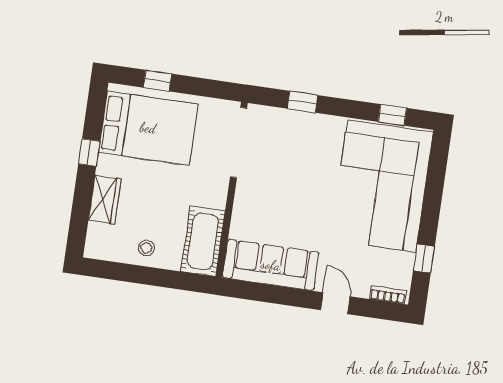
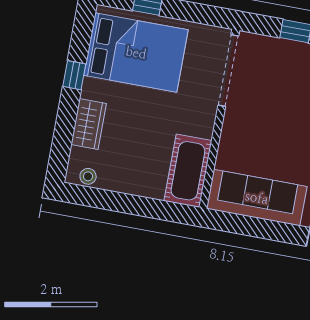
stool: (146, 248) -> (88, 176), moved

